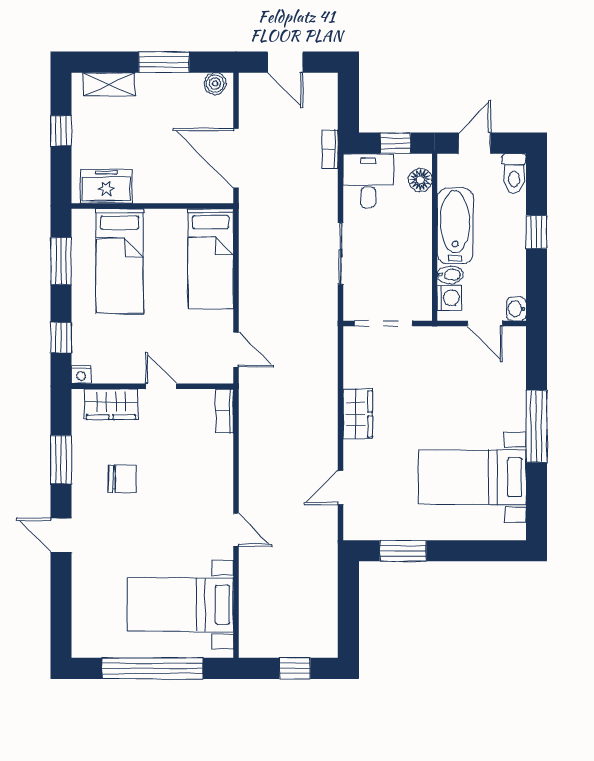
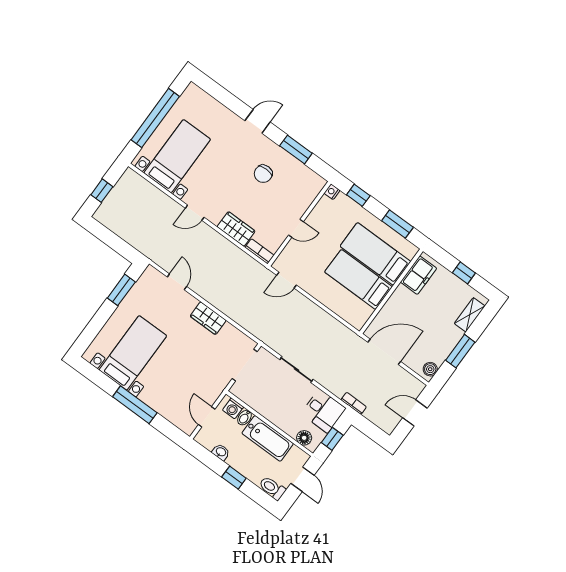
bed: (211, 259) -> (359, 279), moved
washbasin: (516, 309) -> (221, 452), moved
door: (485, 323) -> (207, 417), hinge flipped
wardrobe: (111, 404) -> (236, 229), moved, turned 90

